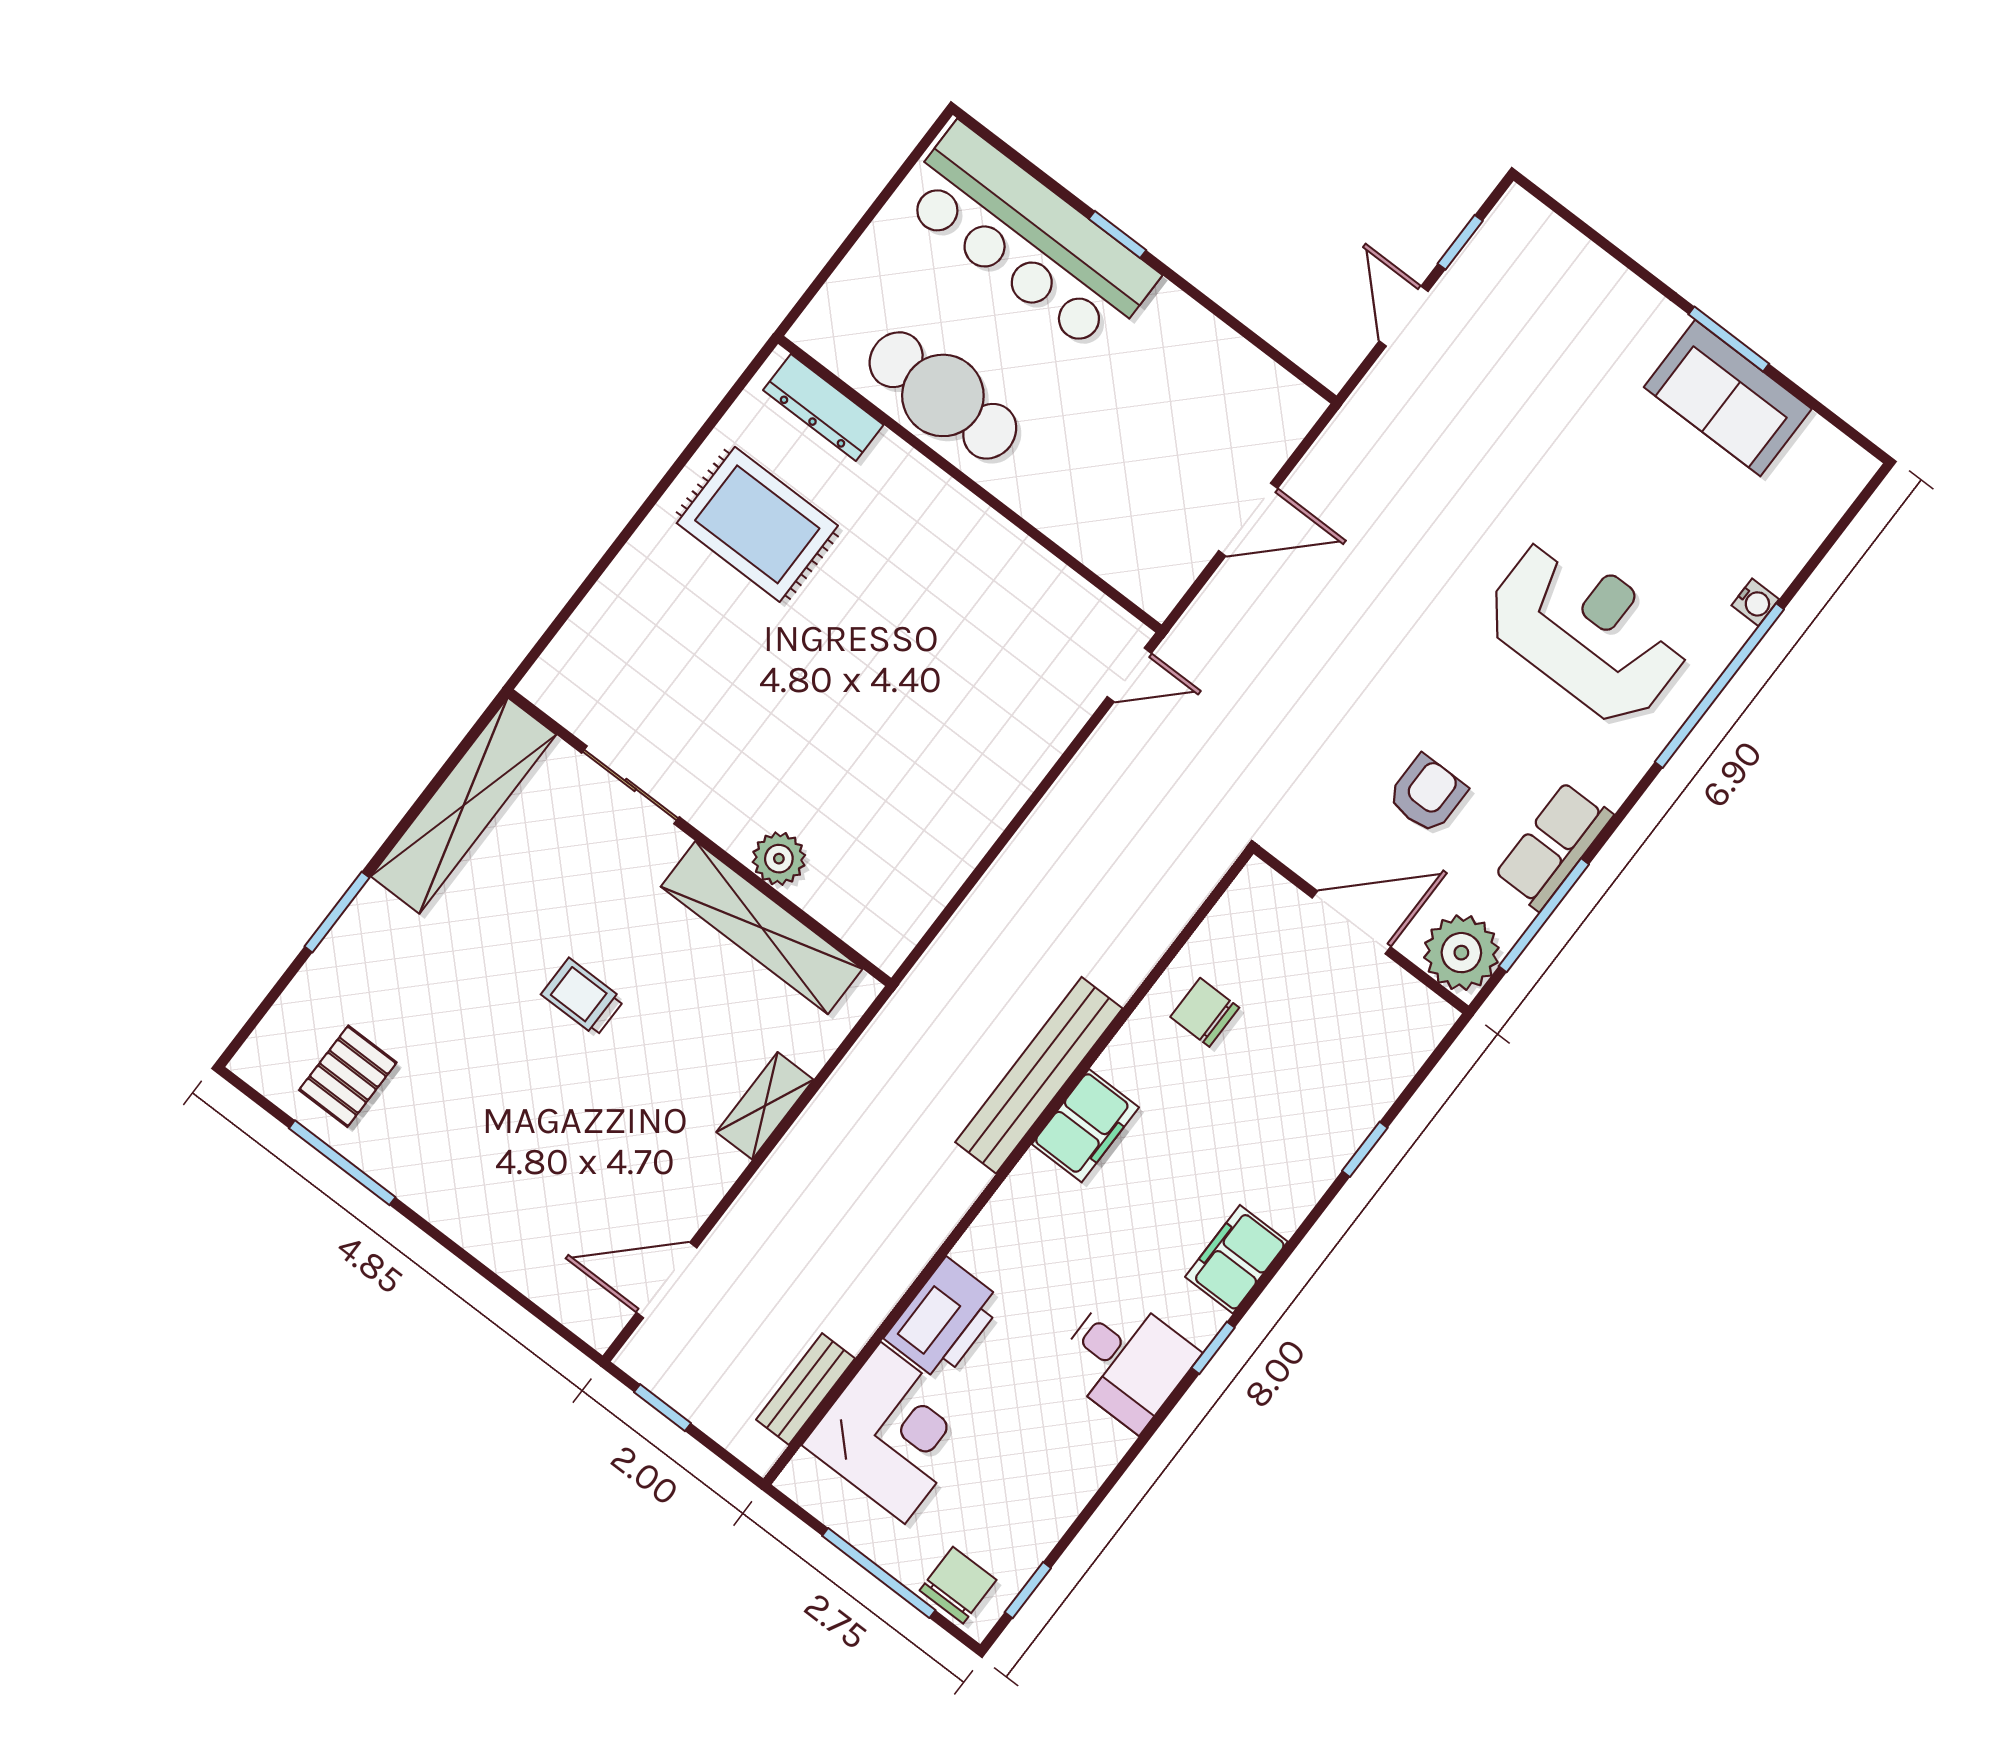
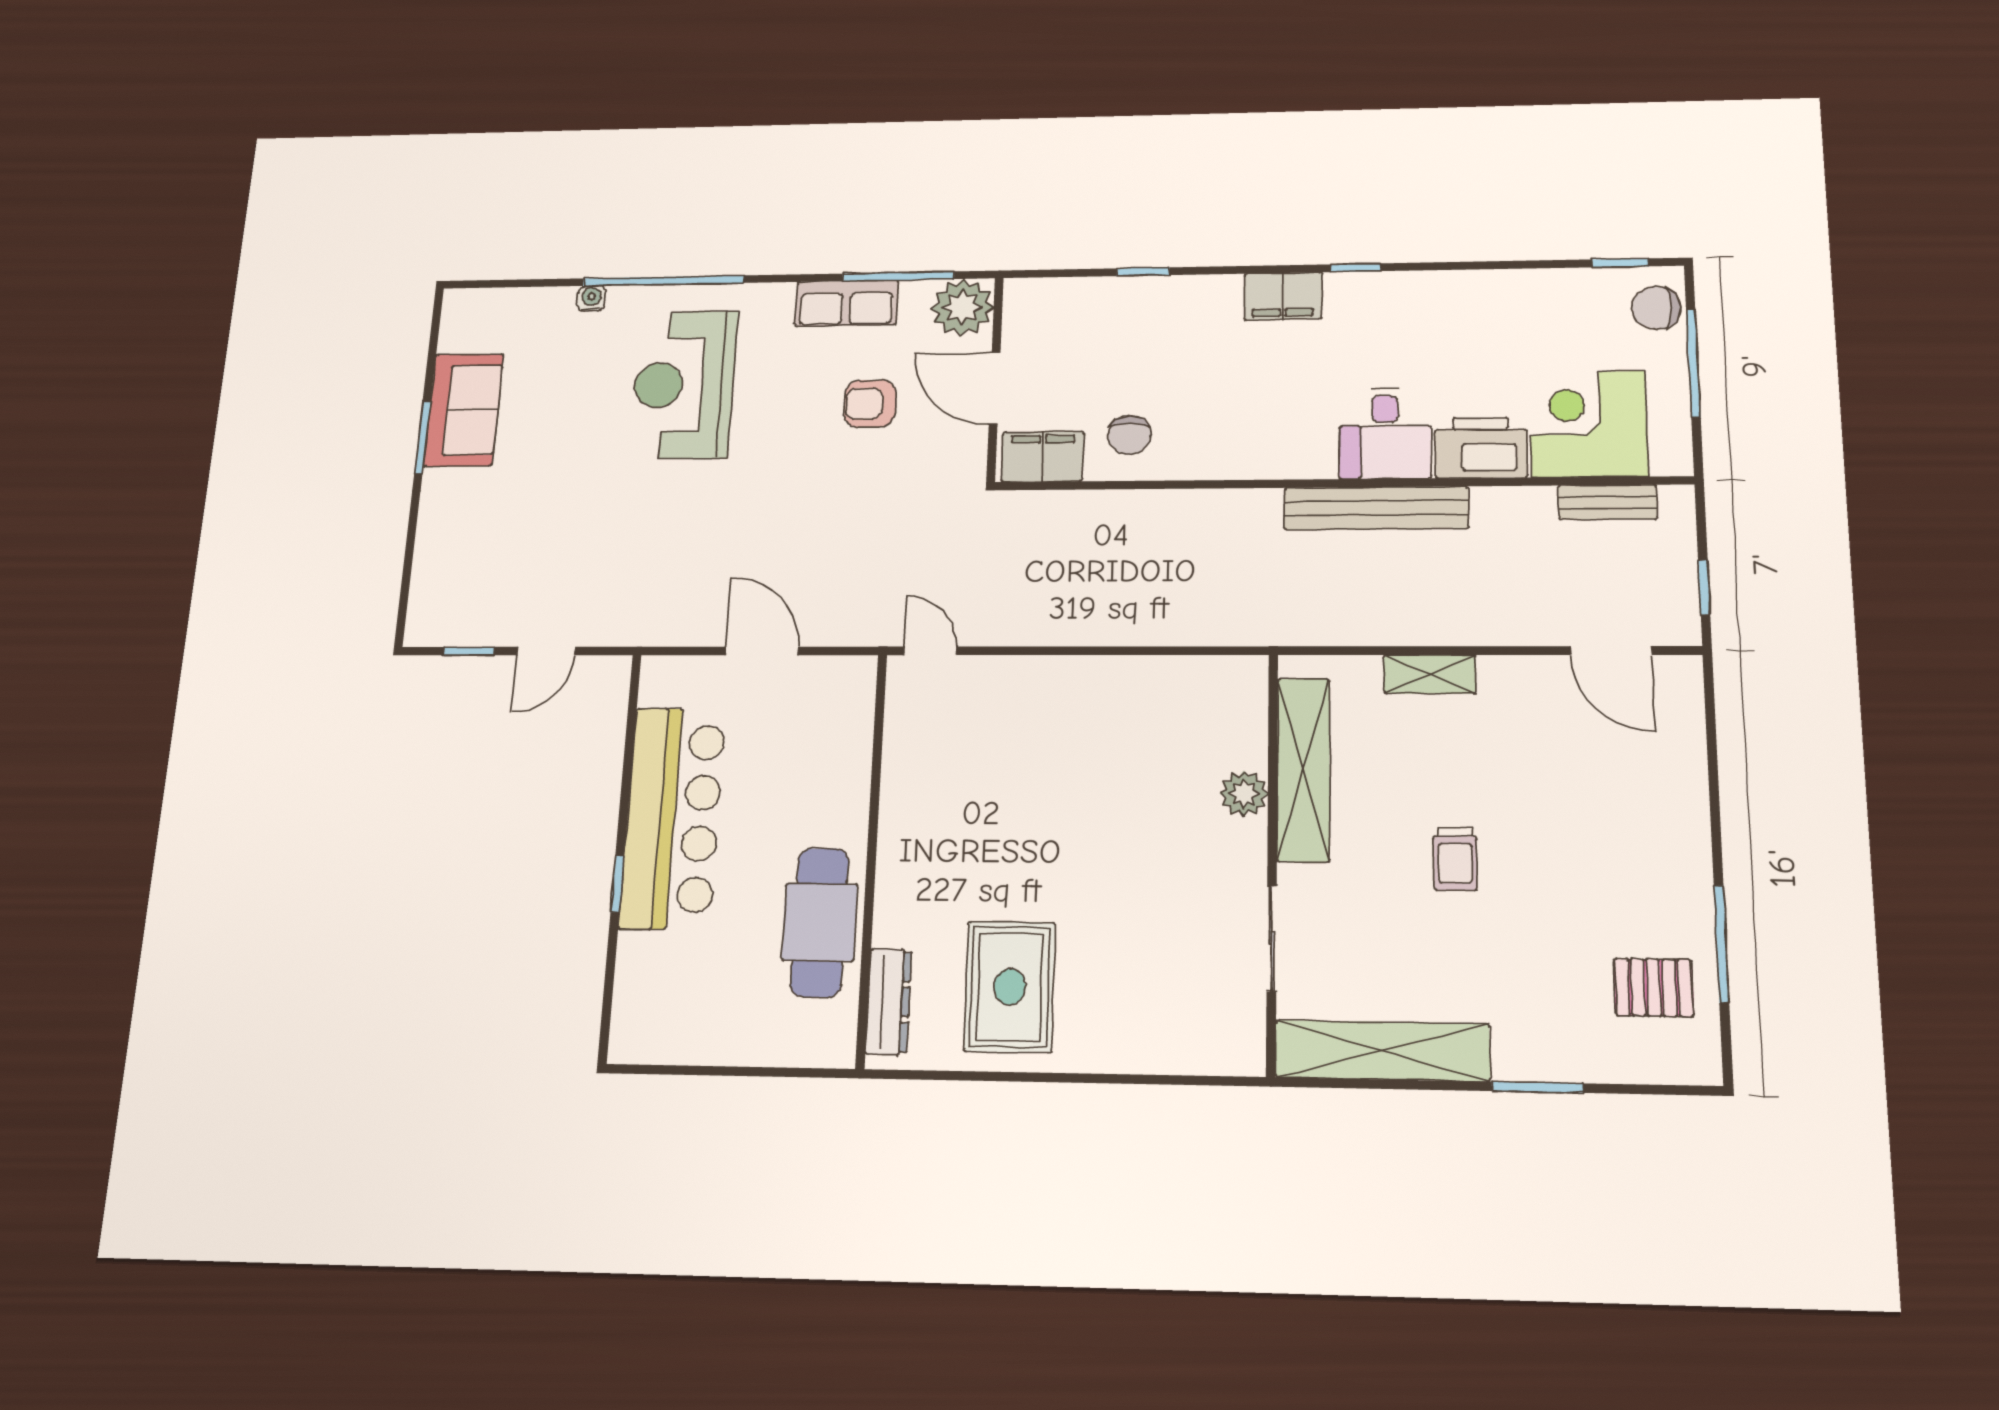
bar counter: (1028, 239) -> (673, 818), moved
bench: (1039, 1075) -> (1376, 508), moved
filing cabinet: (1085, 1126) -> (1042, 457), moved
desk: (1126, 1360) -> (1385, 433), moved, turned 180

